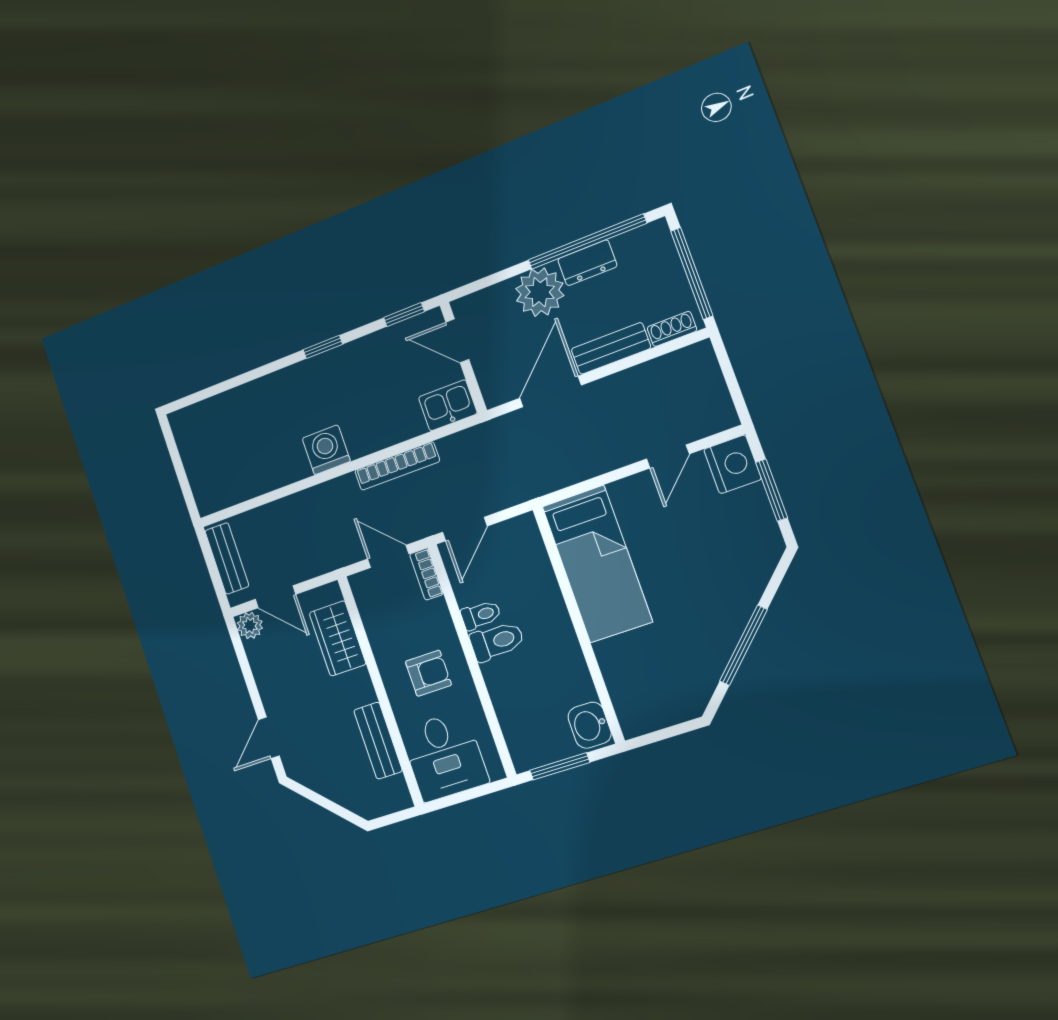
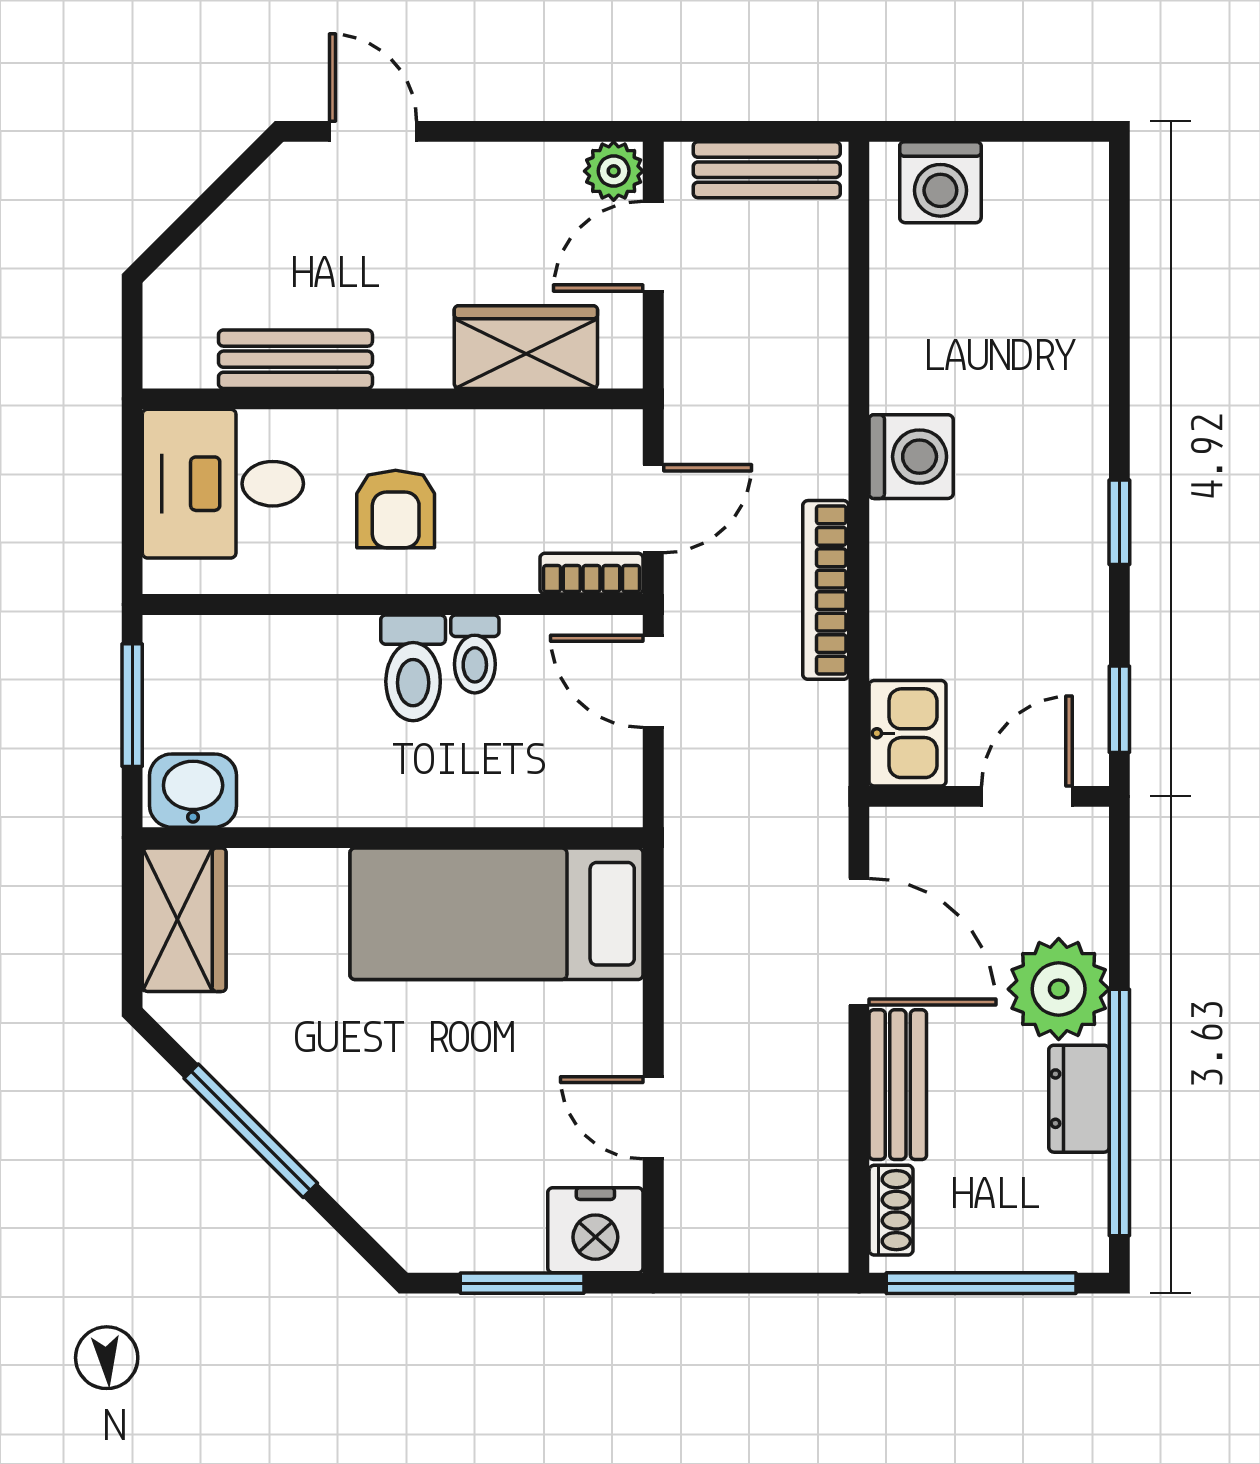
washing machine: (207, 481) -> (940, 182), added
wardrobe: (652, 710) -> (184, 920), added

